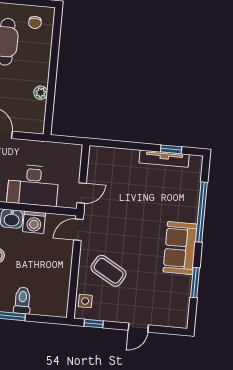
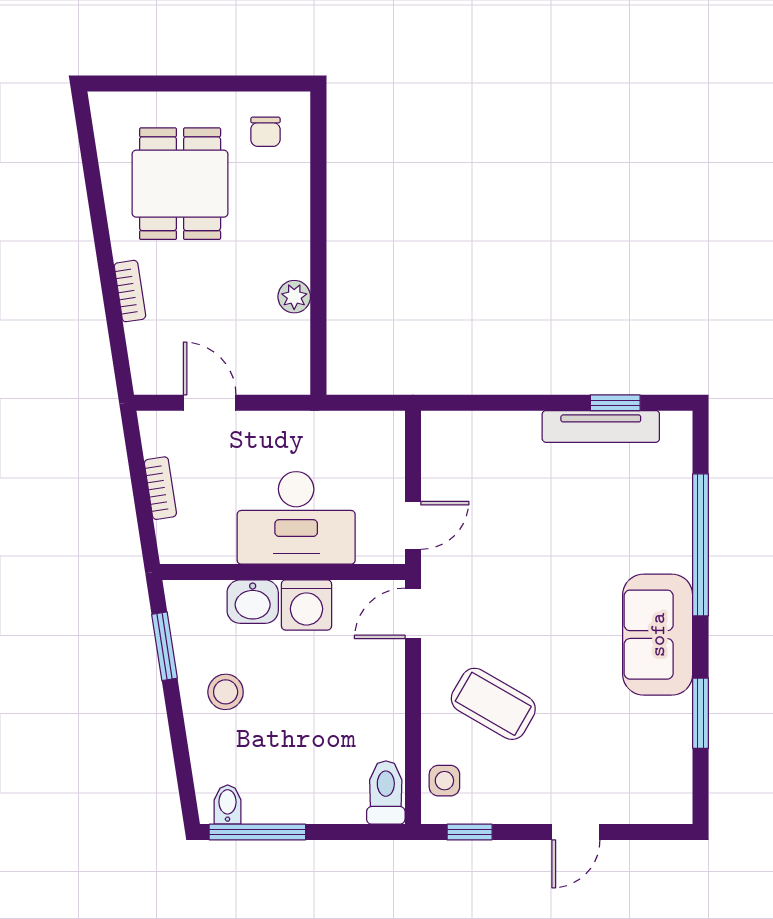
toilet: (22, 300) -> (386, 793), moved

